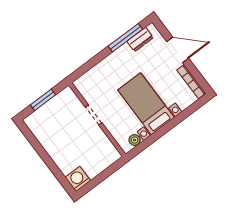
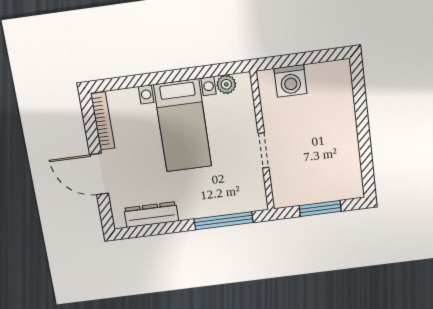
window: (125, 38) -> (224, 221), moved
dresser: (140, 39) -> (151, 215), width x1.44
washing machine: (78, 179) -> (290, 81), moved

